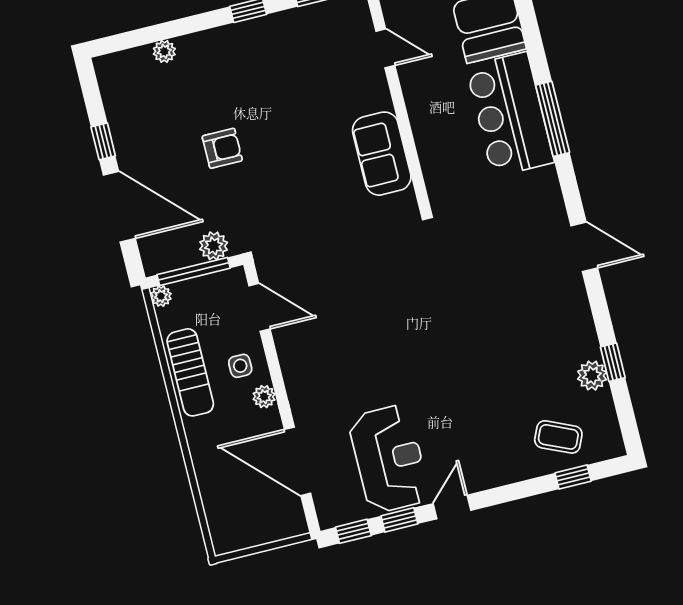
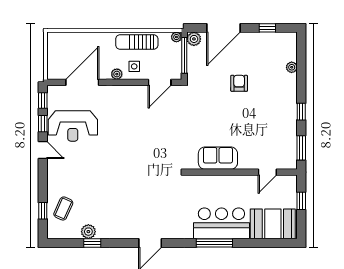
window: (103, 141) -> (267, 28), moved
armchair: (222, 148) -> (239, 83), turned 180
plant: (214, 246) -> (194, 39), moved

